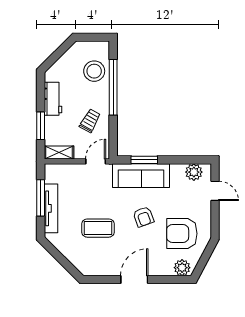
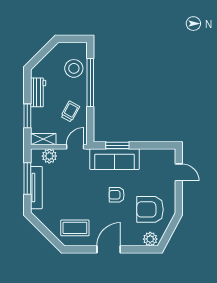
plant: (194, 172) -> (49, 156), moved
armchair: (143, 217) -> (117, 195), turned 110
coffee table: (98, 228) -> (75, 228), moved

